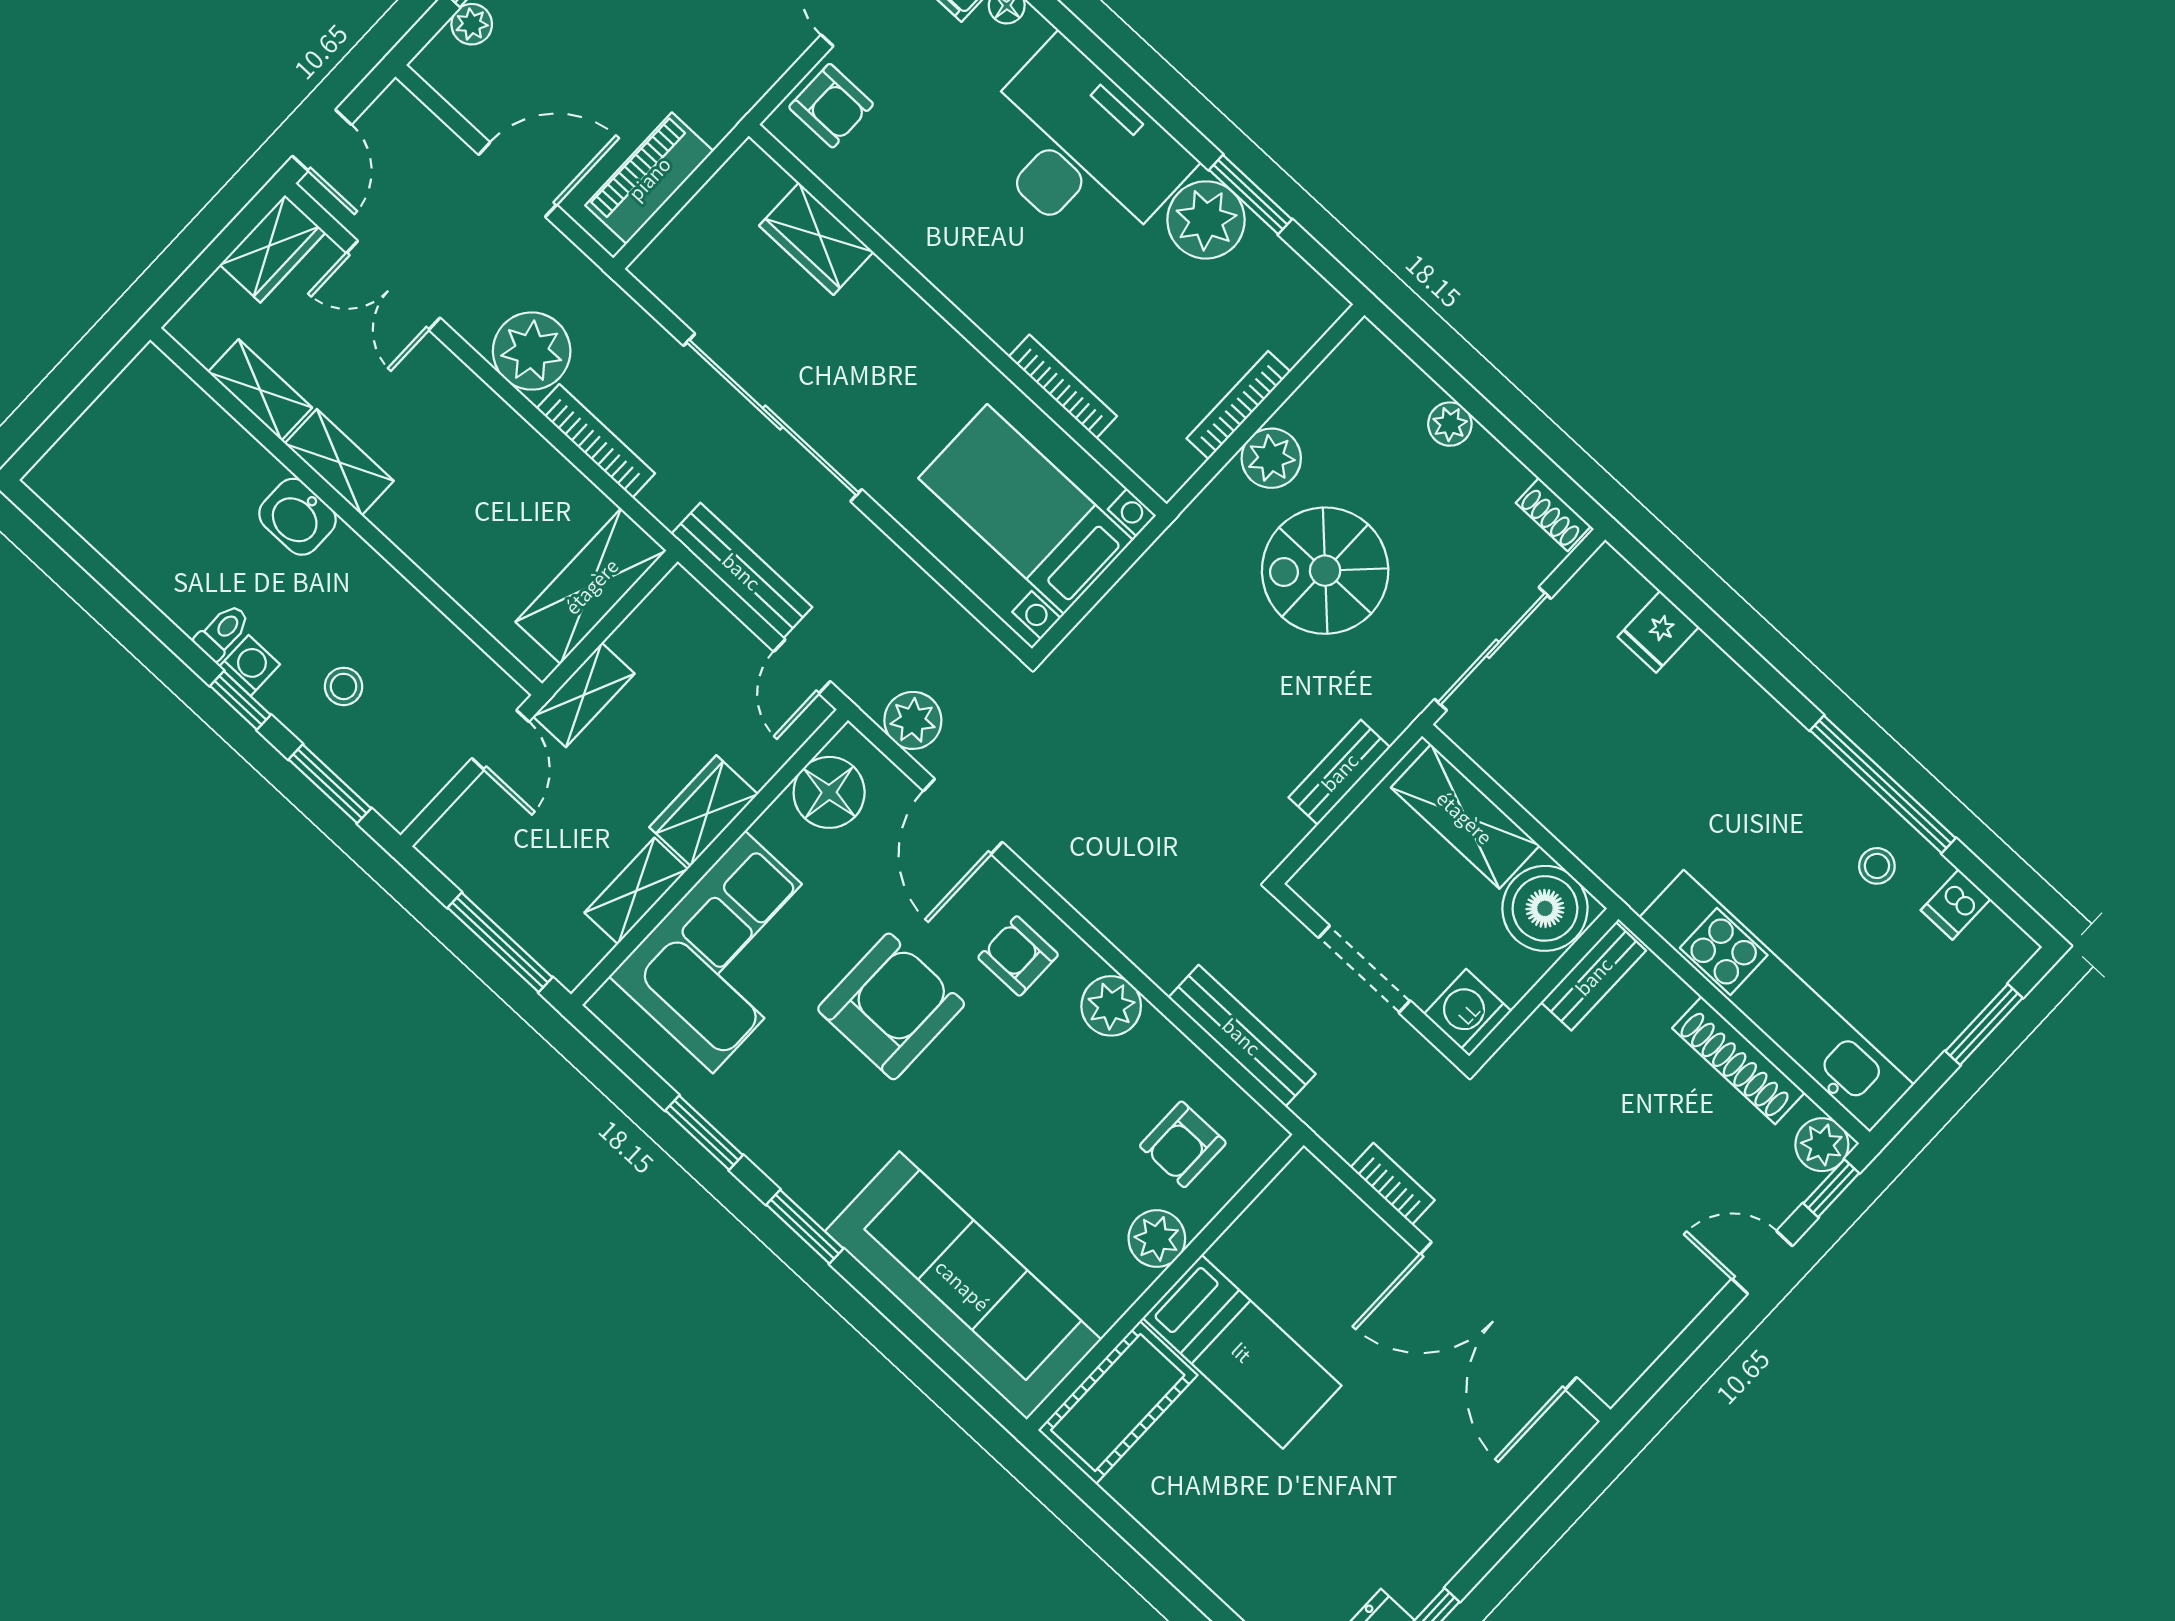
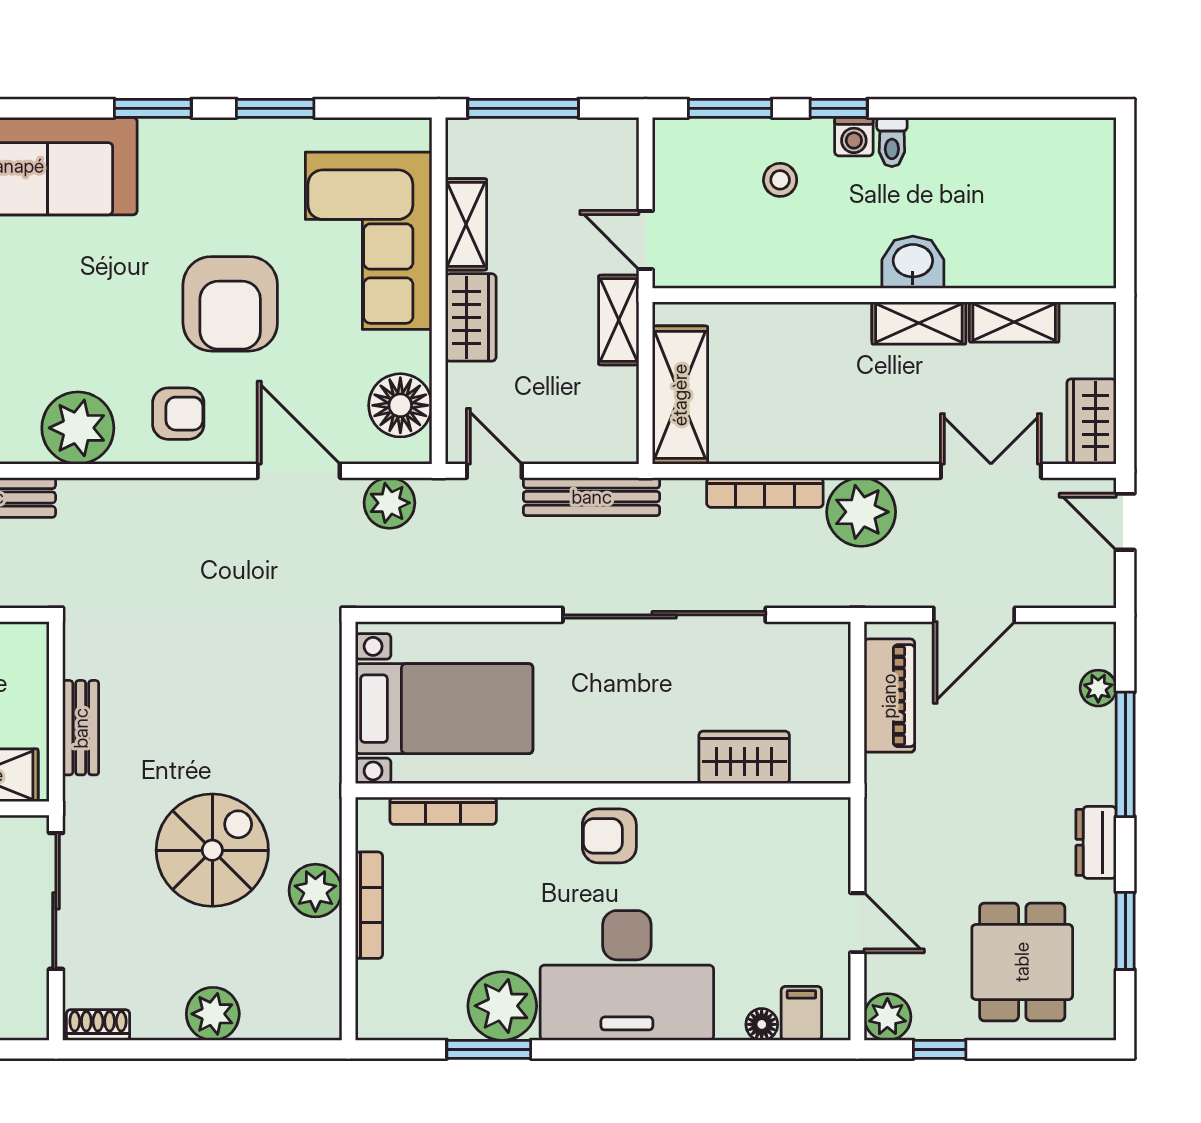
armchair: (831, 106) -> (609, 836), moved
bookcase: (1063, 387) -> (443, 811), moved
plant: (1450, 424) -> (213, 1014), width x1.38, depth x1.38
plant: (1111, 1006) -> (78, 428), width x1.36, depth x1.36

